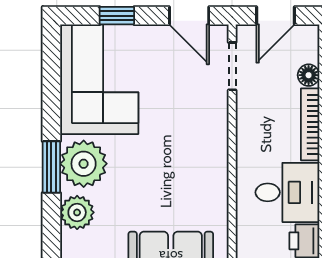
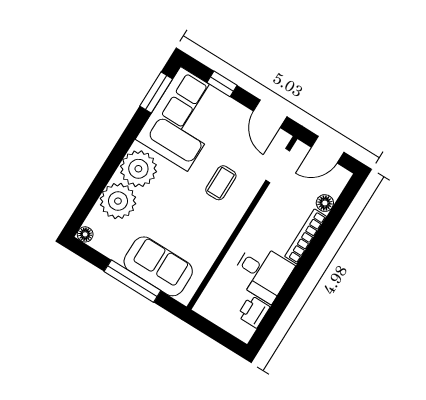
coffee table: (182, 123) -> (221, 183), added
window: (51, 167) -> (156, 93), moved
plant: (77, 212) -> (118, 201), width x1.36, depth x1.36

